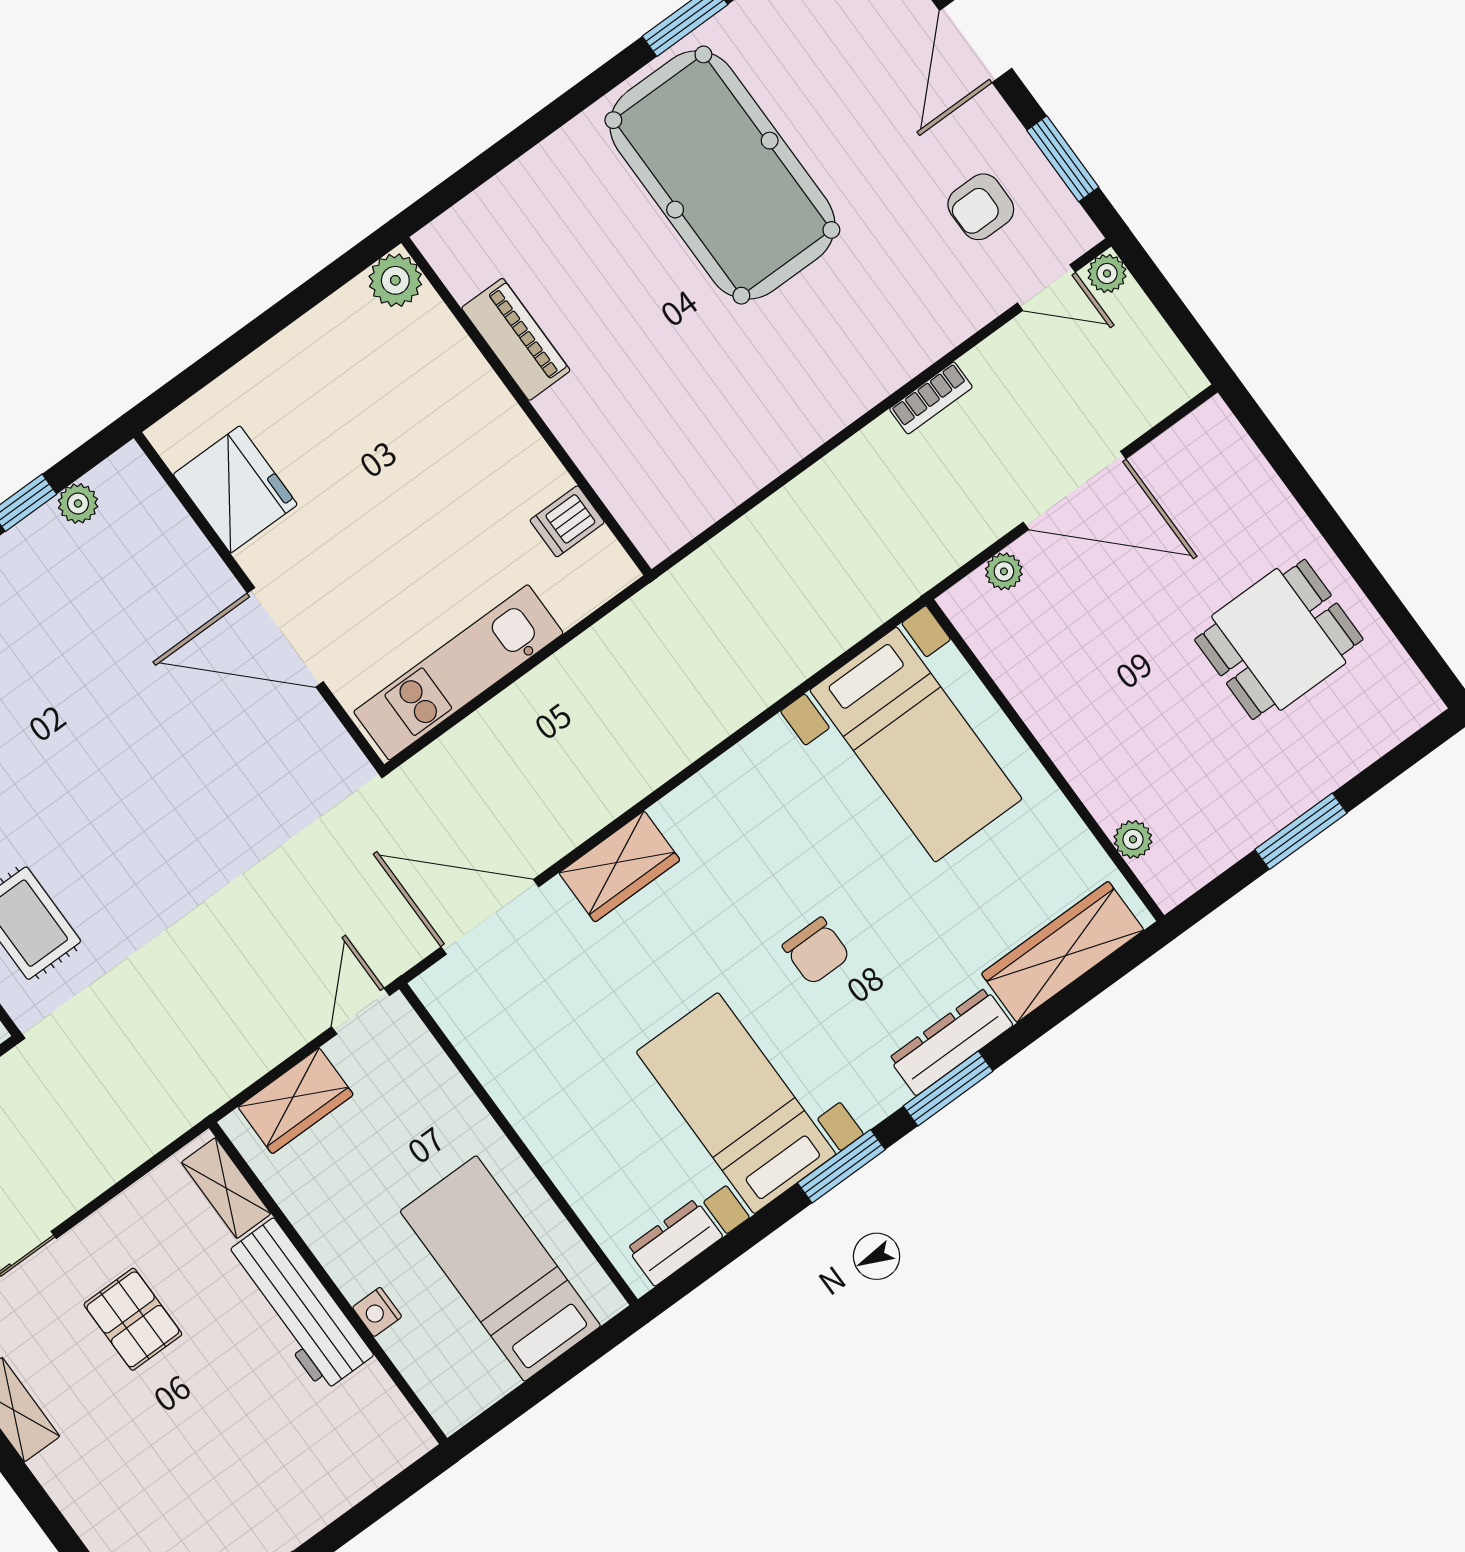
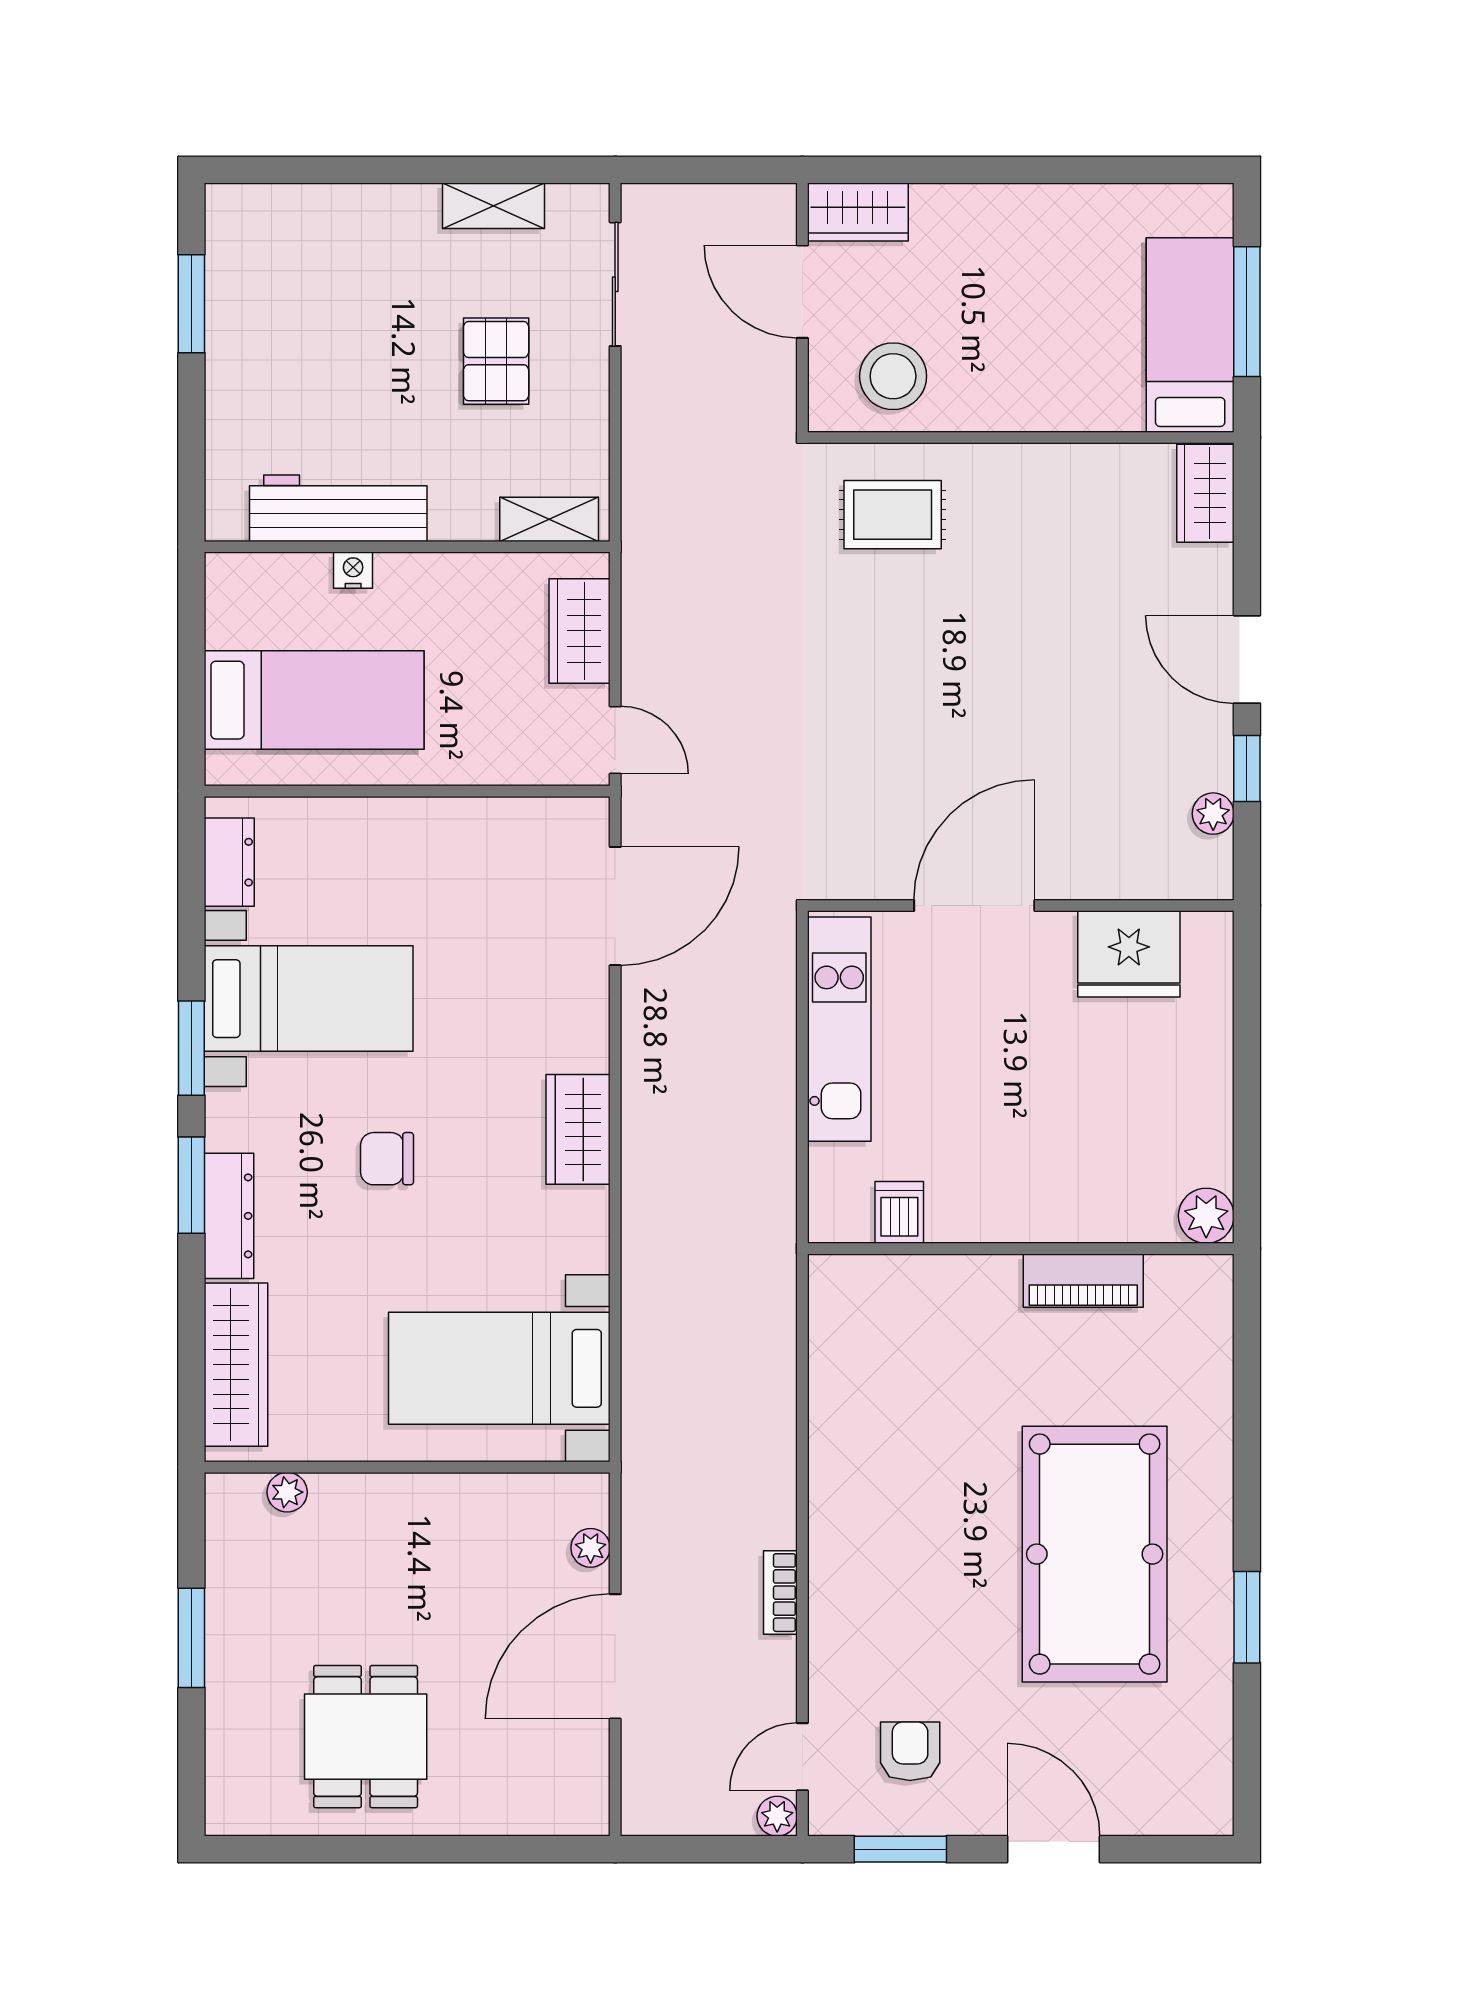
pool table: (722, 175) -> (1095, 1554), turned 90
wardrobe: (620, 867) -> (578, 1129), moved
workbench: (298, 1305) -> (338, 508), moved
pallet: (133, 1319) -> (496, 361), turned 90

